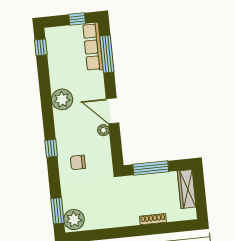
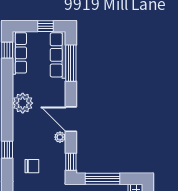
row of seats: (54, 49) -> (19, 53), added
window: (117, 154) -> (71, 162), added
chair: (78, 162) -> (32, 166), turned 180

